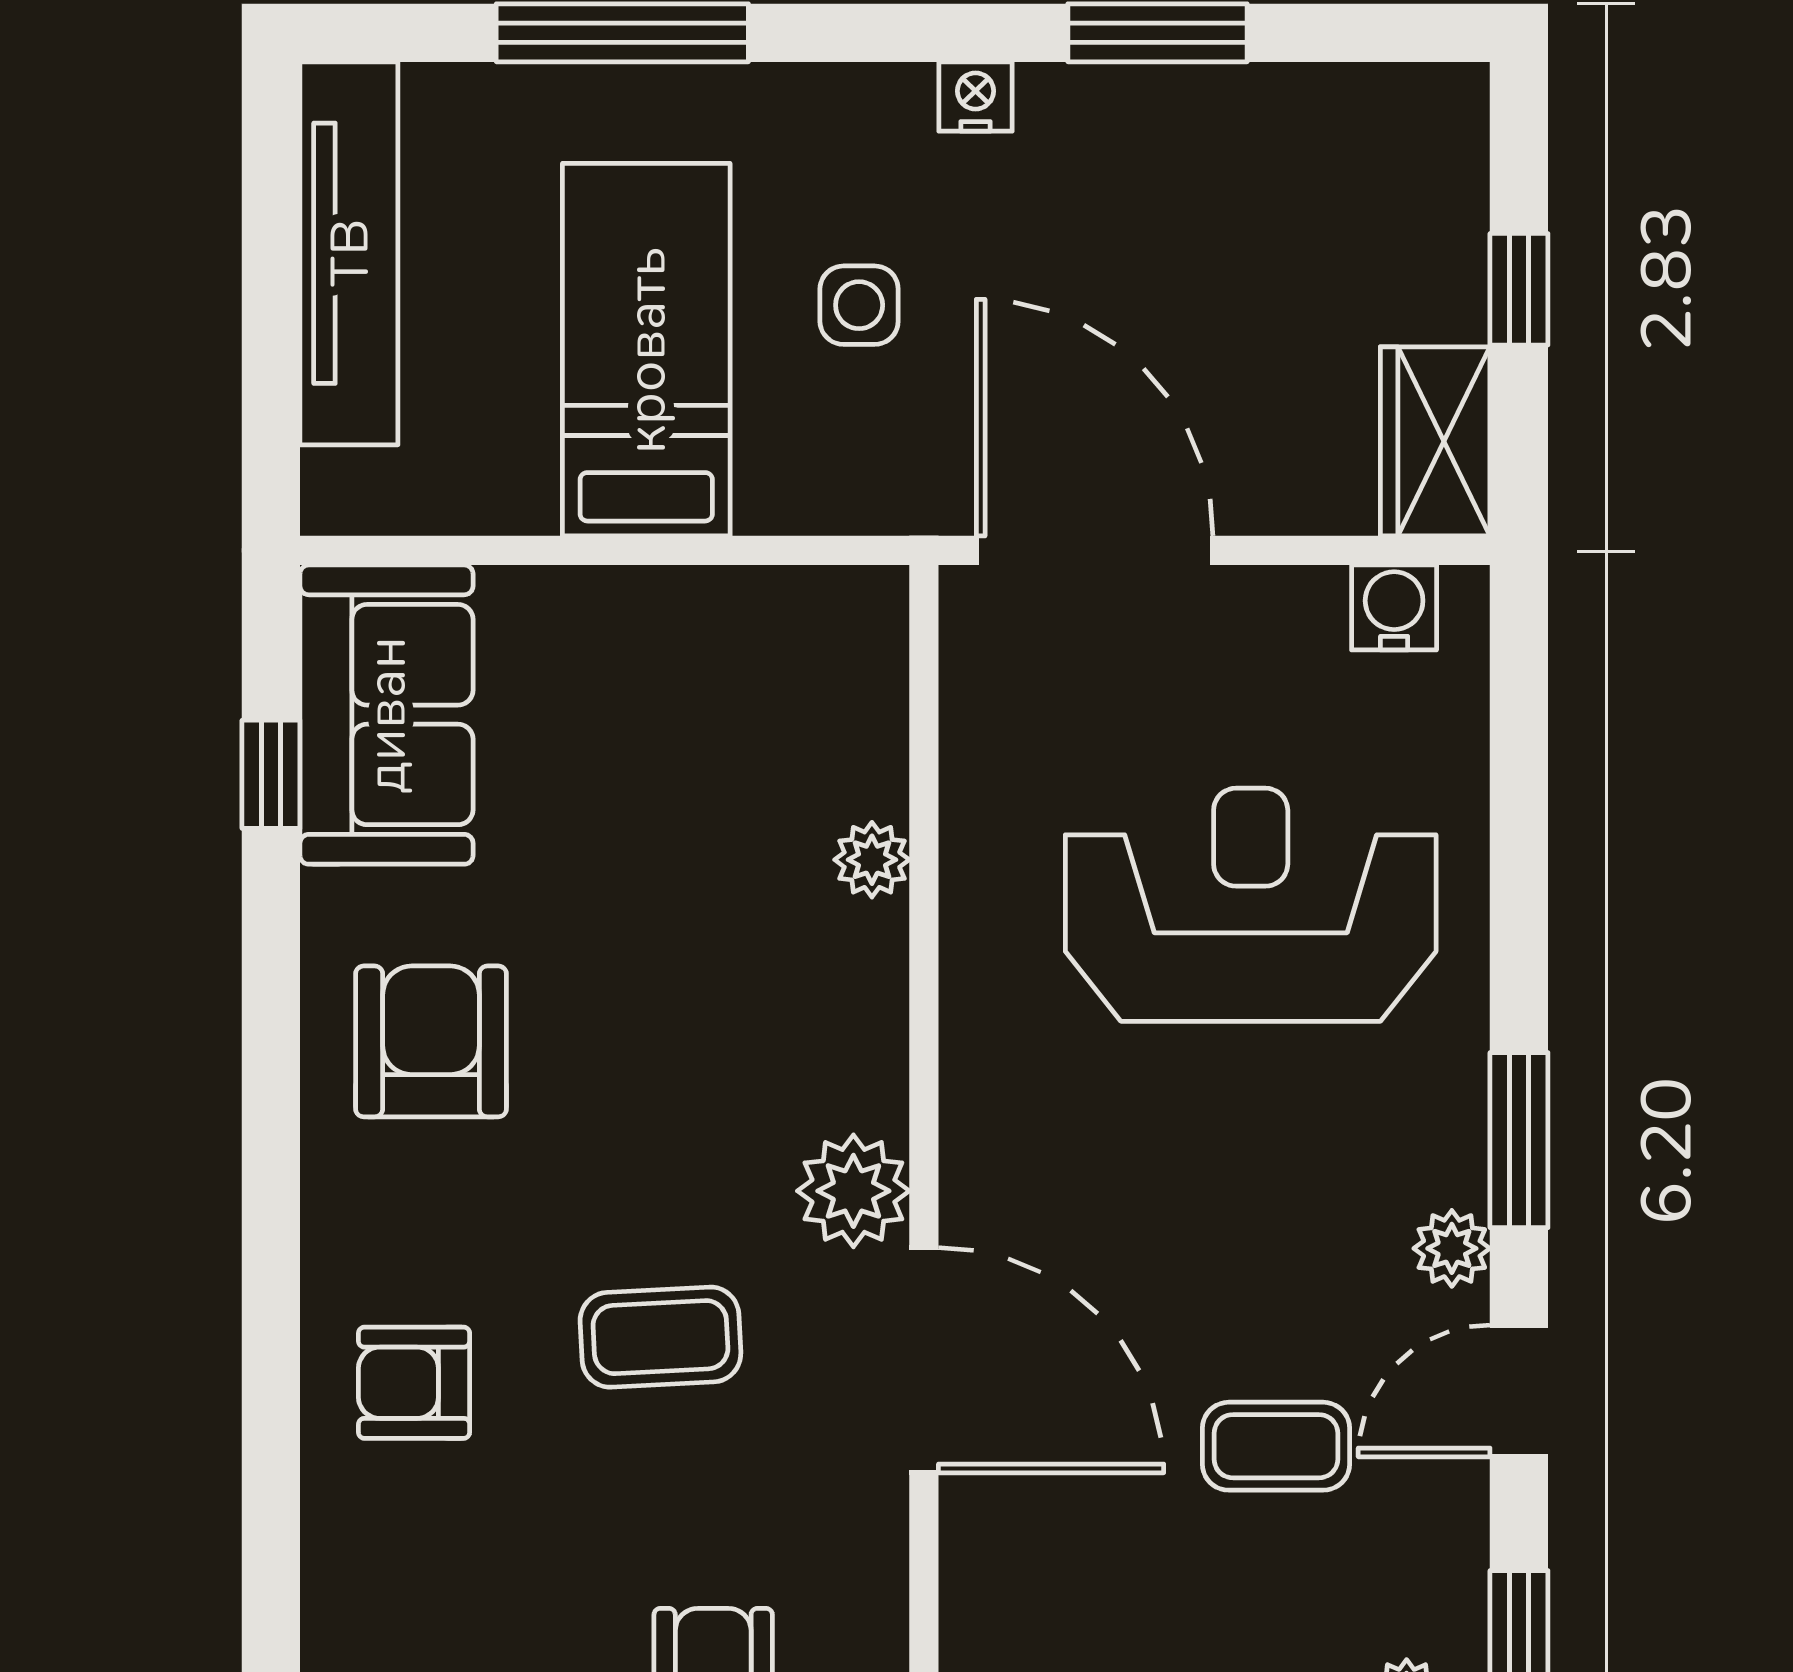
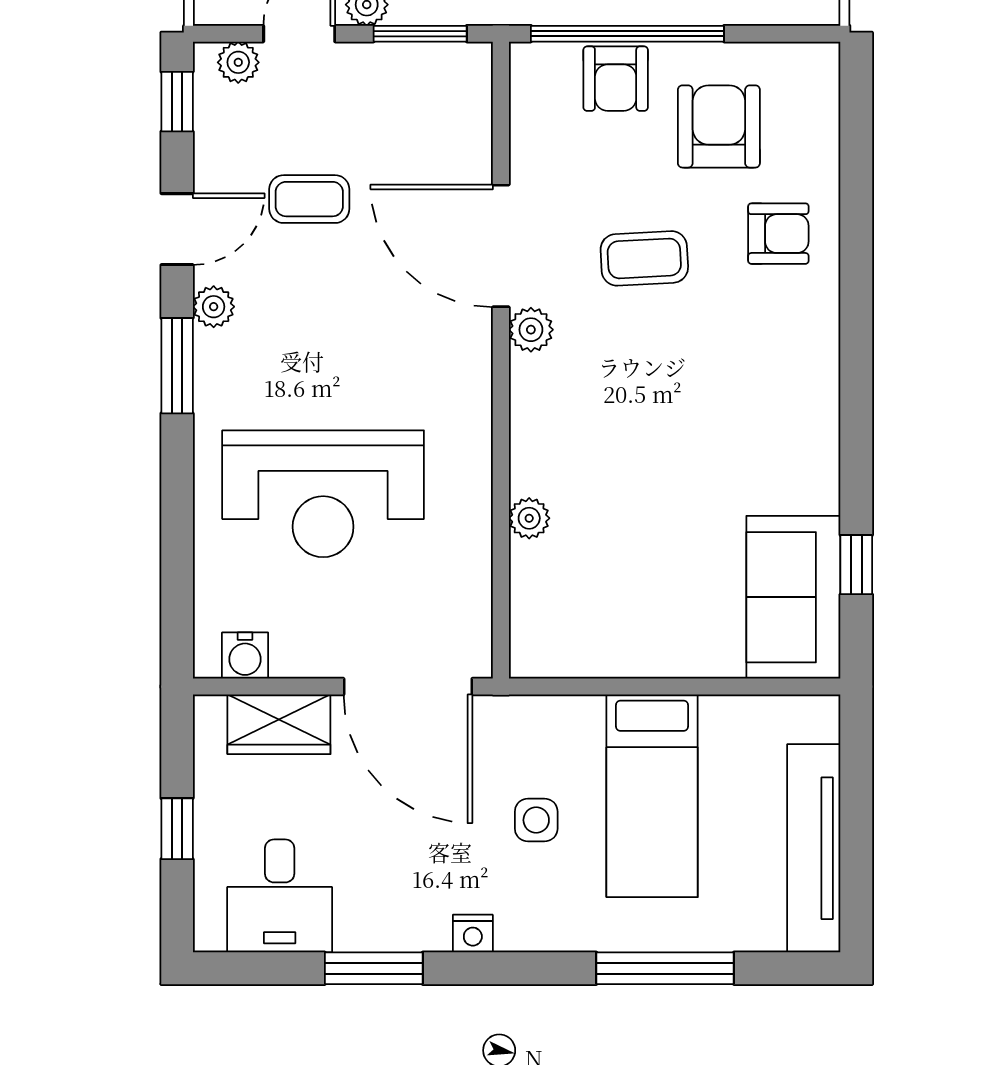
desk: (1330, 166) -> (280, 896), added
wardrobe: (1435, 441) -> (279, 724), moved, turned 90
armchair: (431, 1041) -> (719, 126), moved, turned 180
plant: (853, 1191) -> (531, 330), width x0.73, depth x0.73

